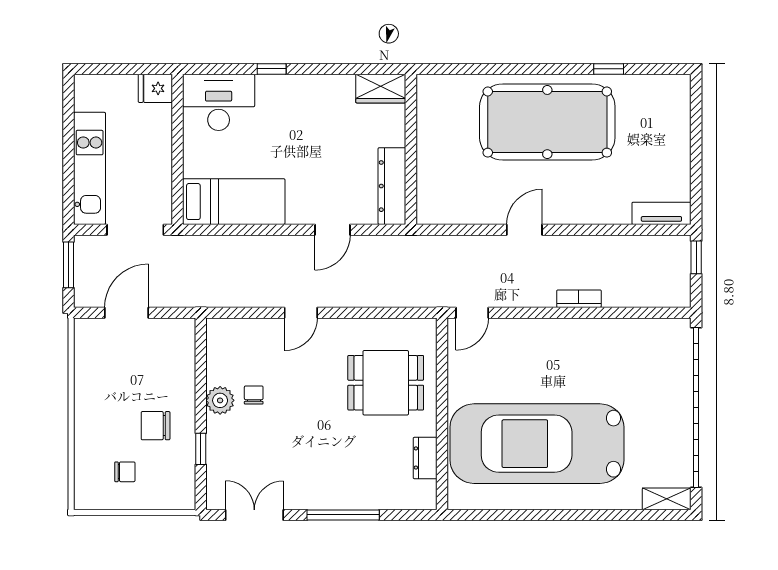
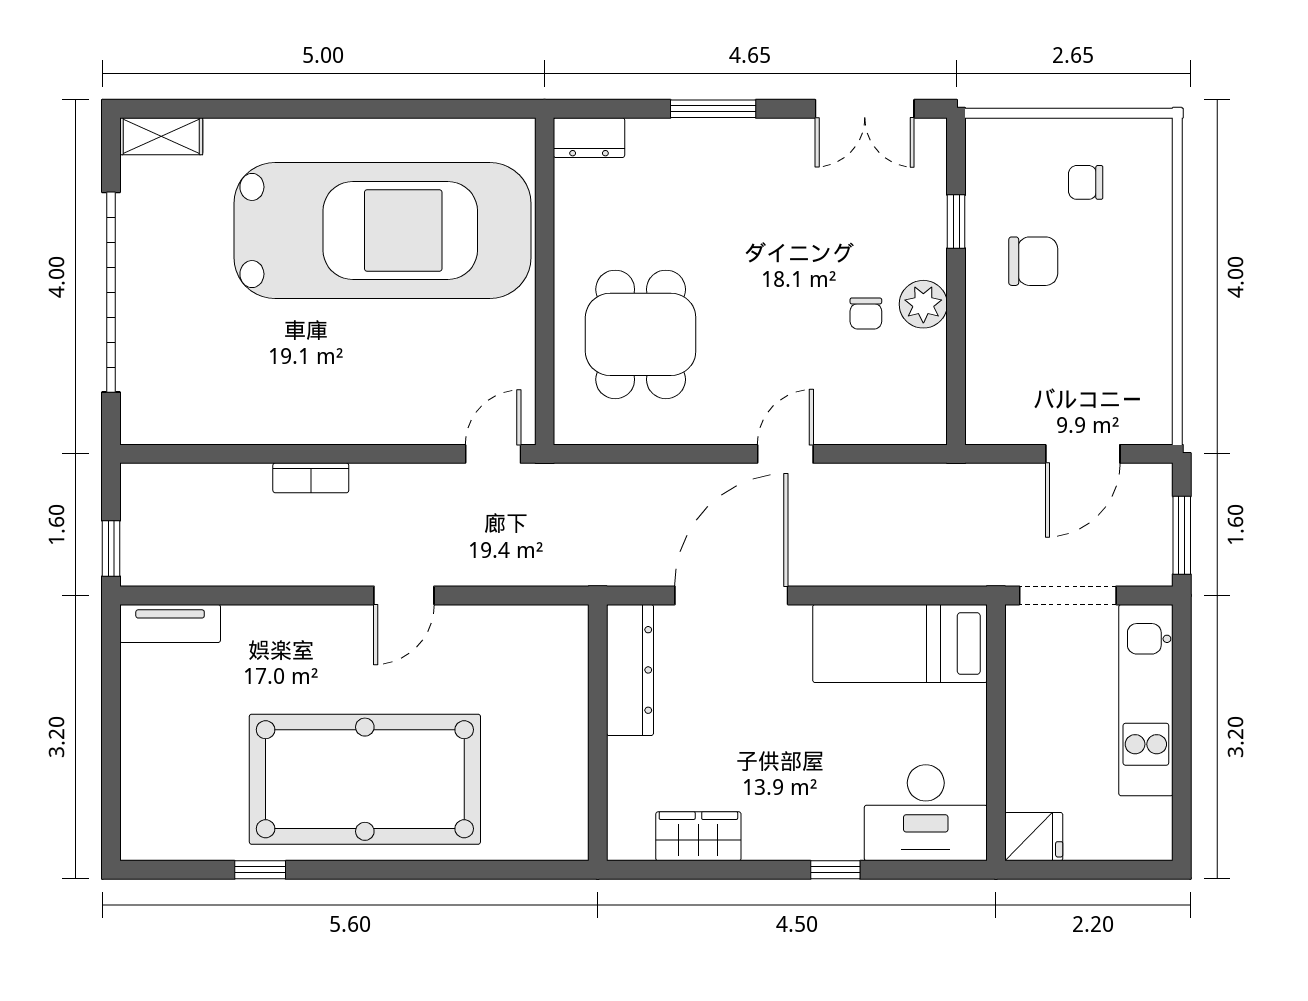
wardrobe: (381, 89) -> (698, 836), moved
door: (333, 230) -> (731, 595), width x1.87
dining table: (386, 383) -> (641, 334), turned 90
garage door: (696, 407) -> (111, 292), width x0.73
dresser: (425, 458) -> (589, 138), moved, turned 90
window: (343, 515) -> (713, 109), width x0.69

